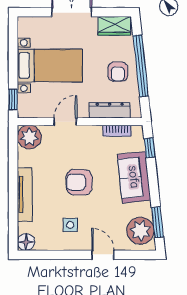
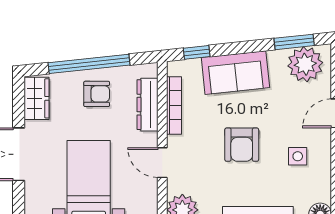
bookcase: (117, 131) -> (174, 105), width x1.56

